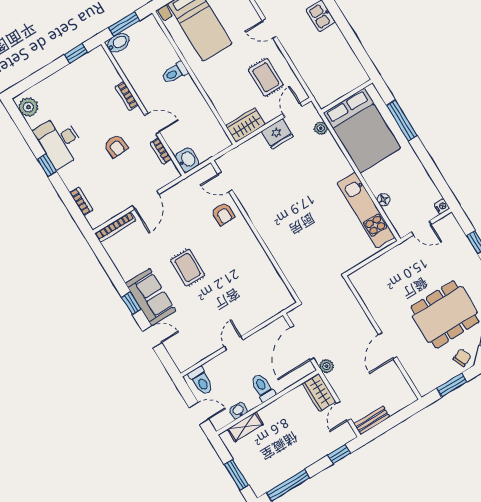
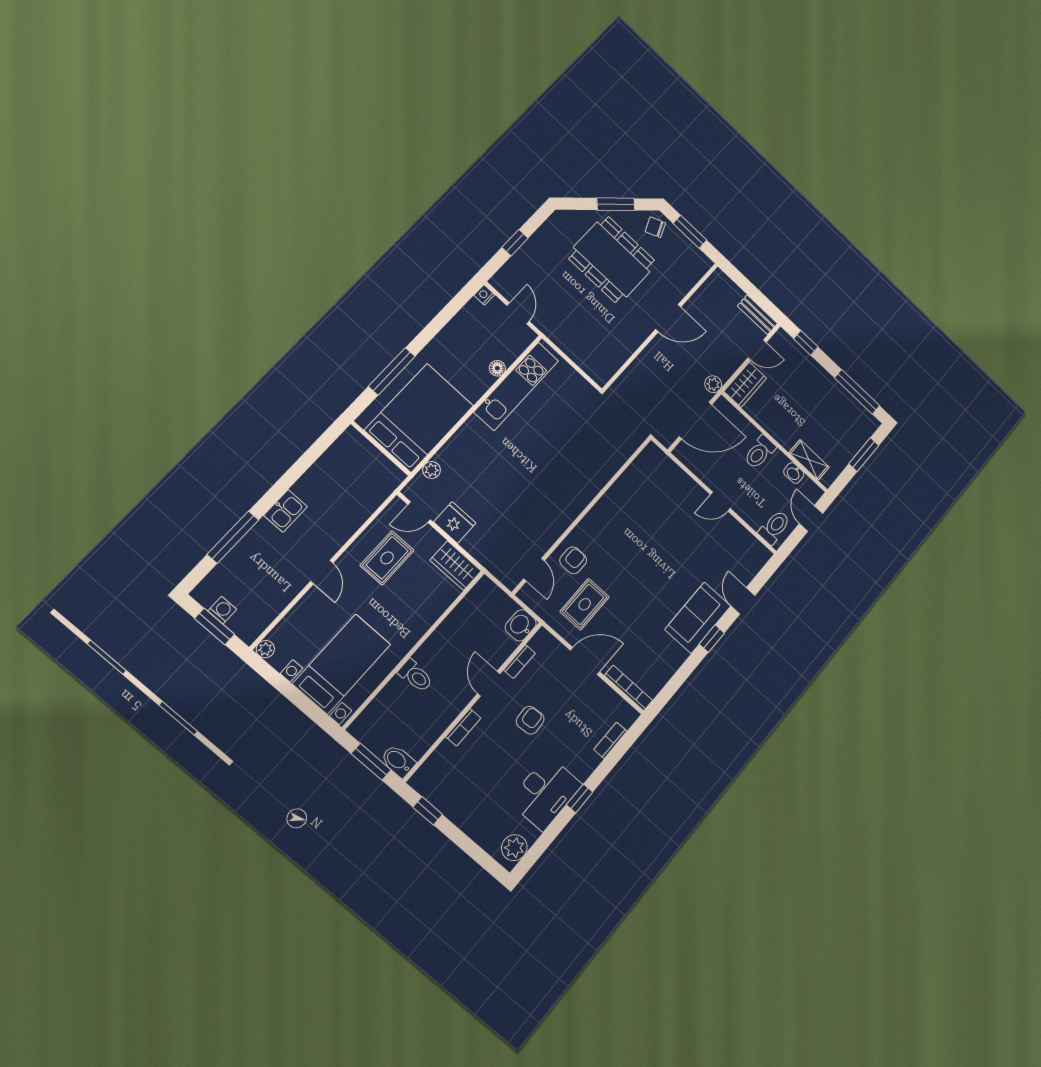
rug: (188, 268) -> (585, 604), moved

